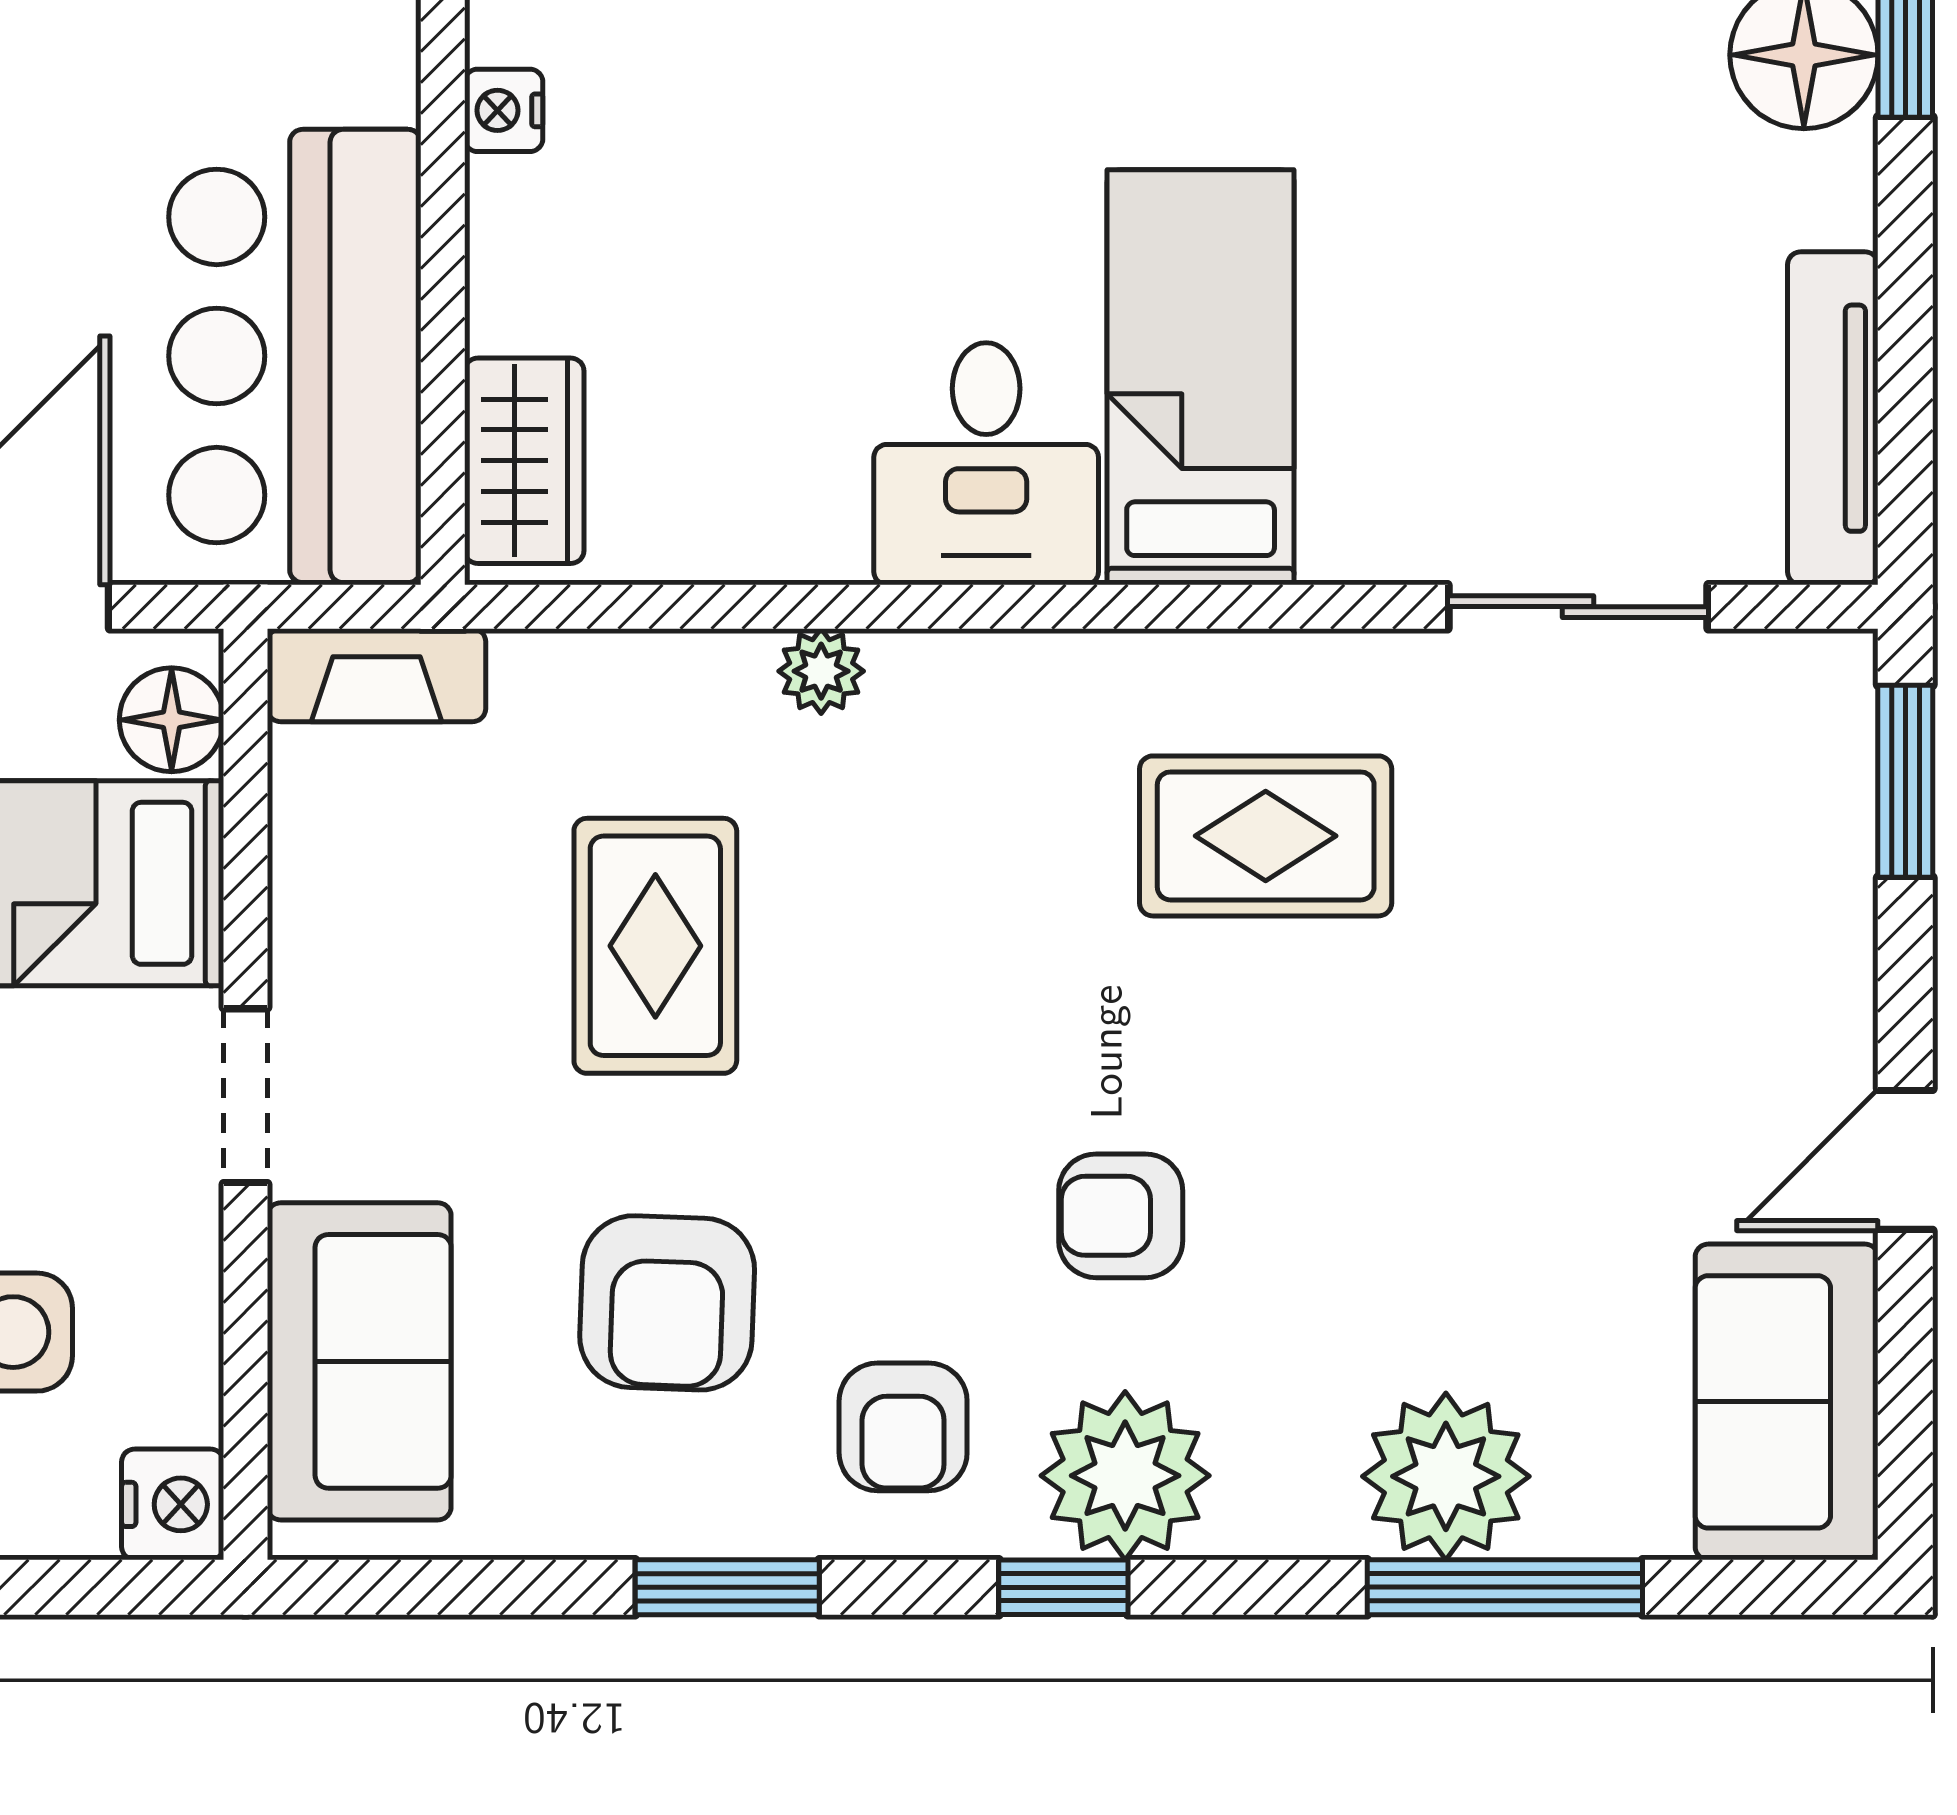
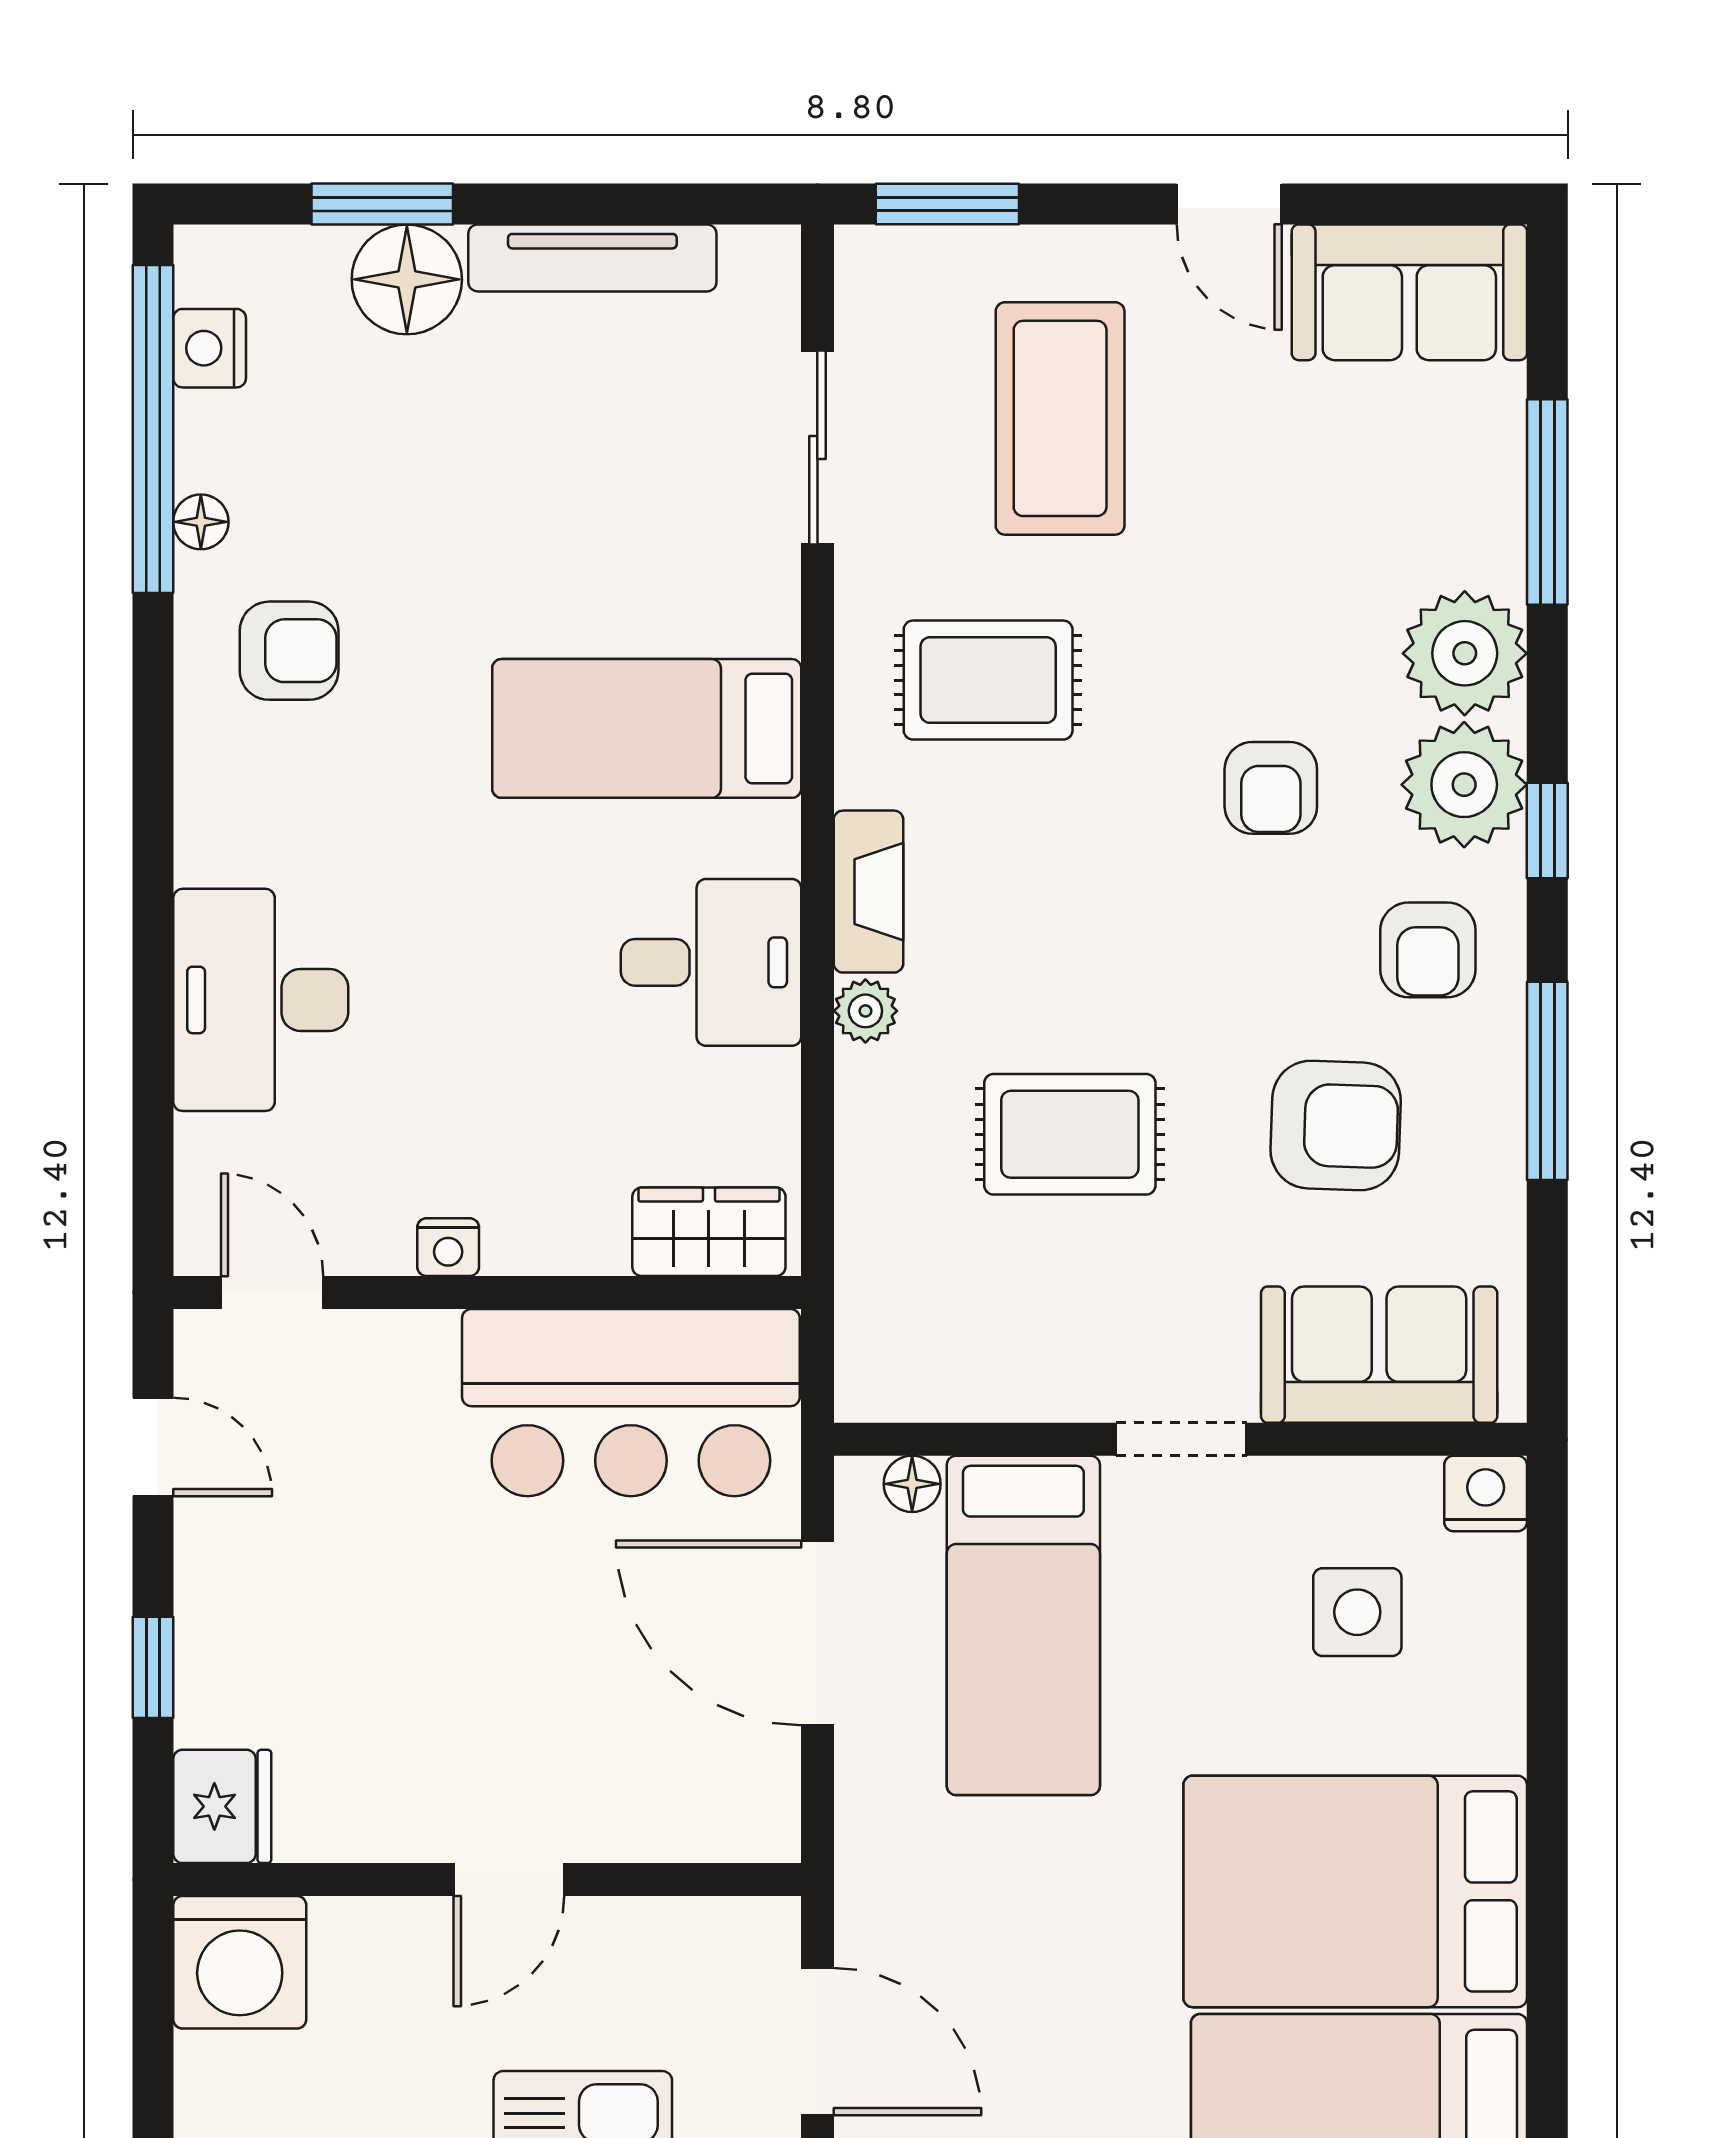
tv unit: (1833, 418) -> (592, 258), moved
desk: (986, 464) -> (711, 962), moved
fireplace: (377, 675) -> (868, 892), moved
floor lamp: (172, 720) -> (912, 1484), width x0.73, depth x0.73
rug: (1266, 836) -> (988, 680), turned 90
coffee table: (1617, 933) -> (1060, 418), added
armchair: (903, 1427) -> (1428, 950), turned 90
plant: (1446, 1476) -> (1465, 653), moved
window: (727, 1587) -> (1547, 1081), width x1.44

